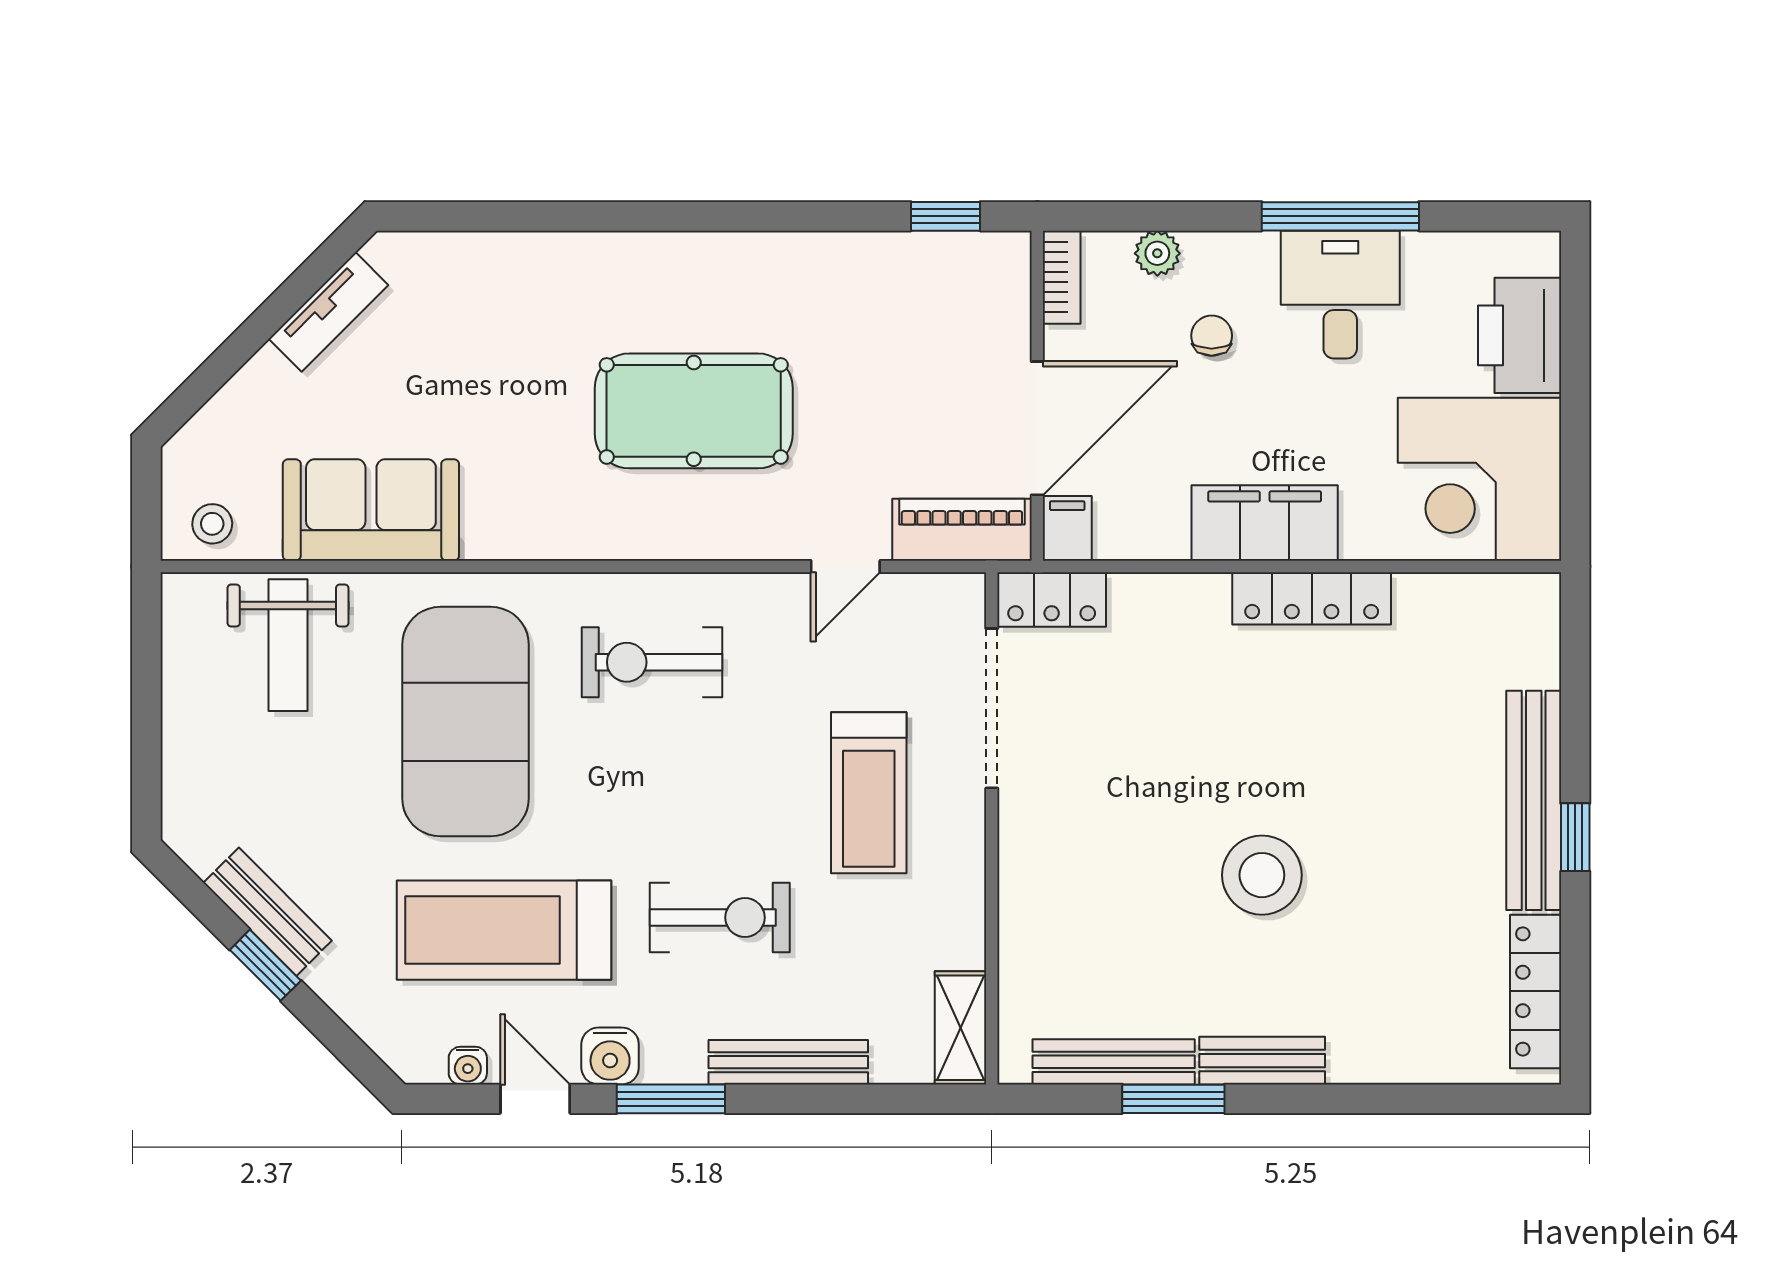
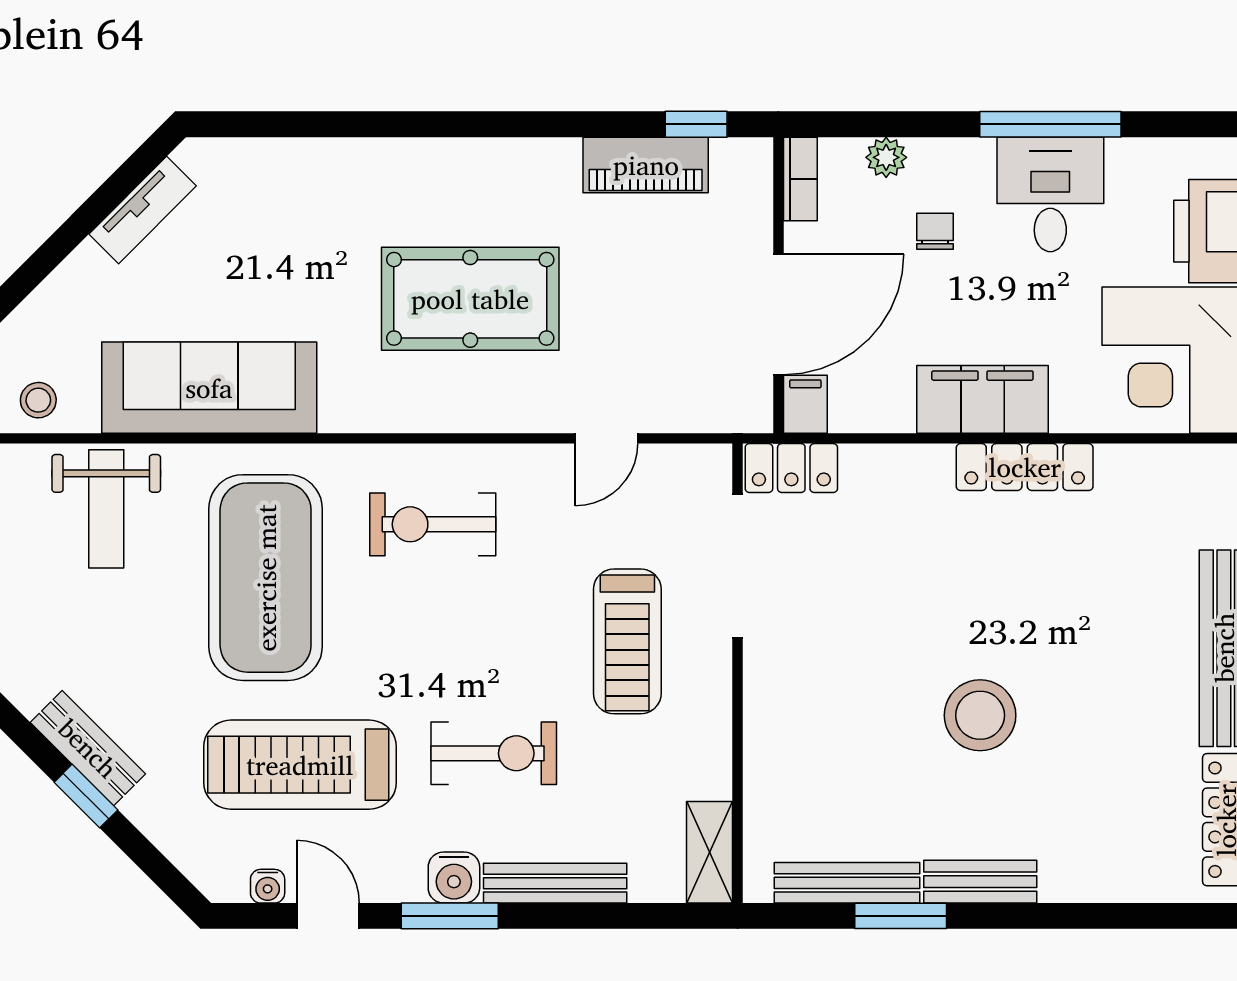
sofa: (371, 510) -> (209, 388), width x1.36
piano: (962, 530) -> (646, 165), moved, turned 180
water cooler: (610, 1056) -> (454, 878), moved

